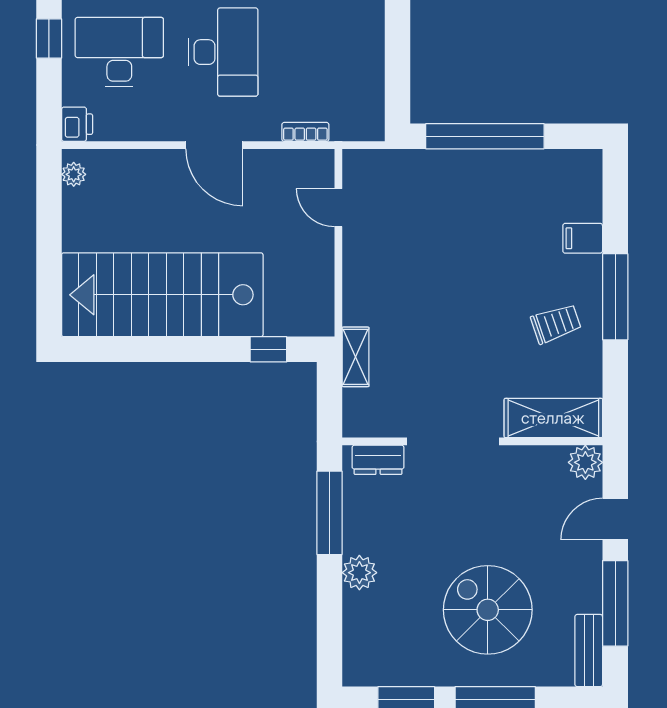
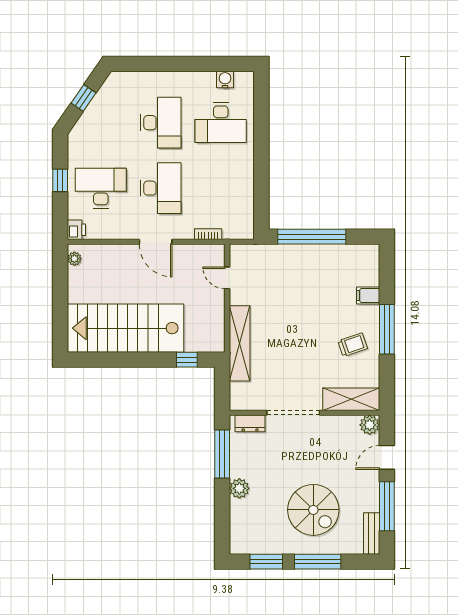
shelving: (356, 357) -> (240, 343), width x2.20, depth x1.33
spiral stairs: (488, 610) -> (313, 510), turned 180

